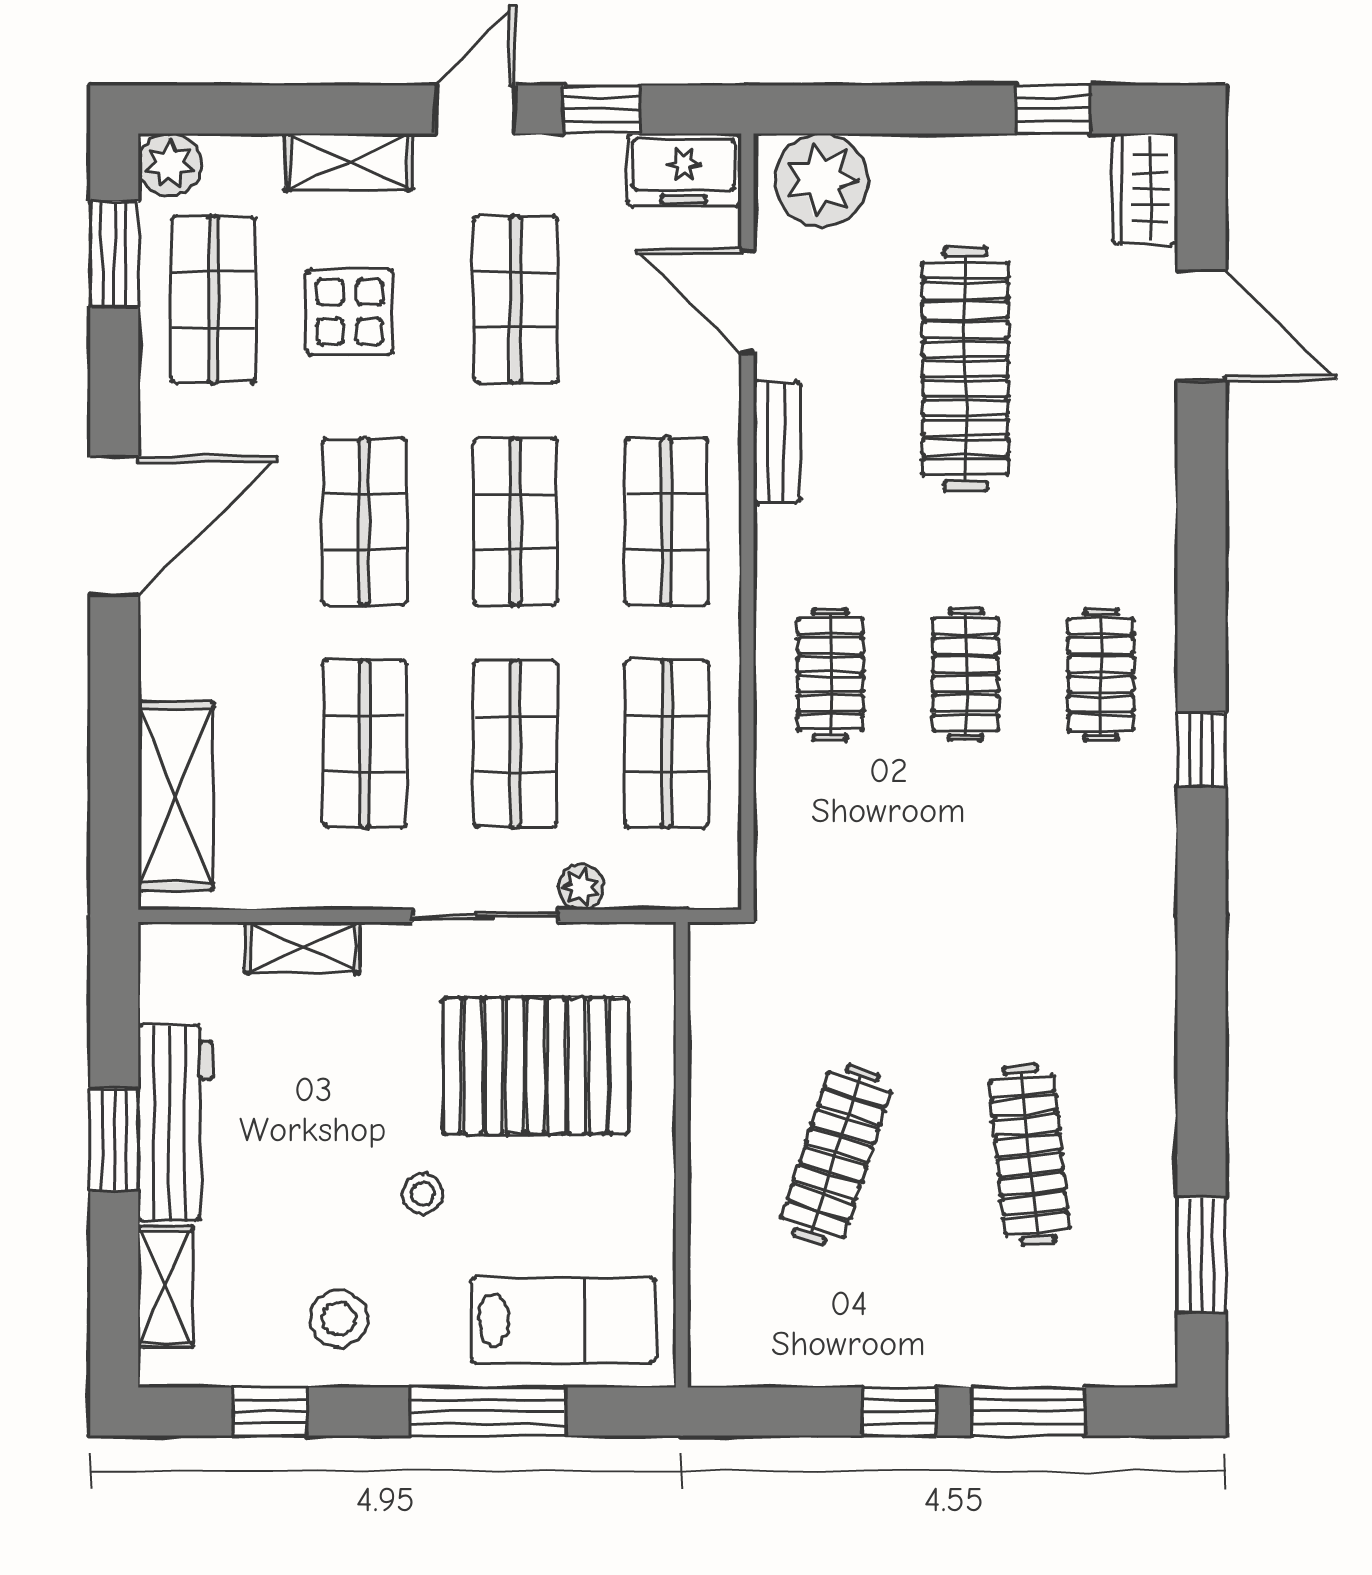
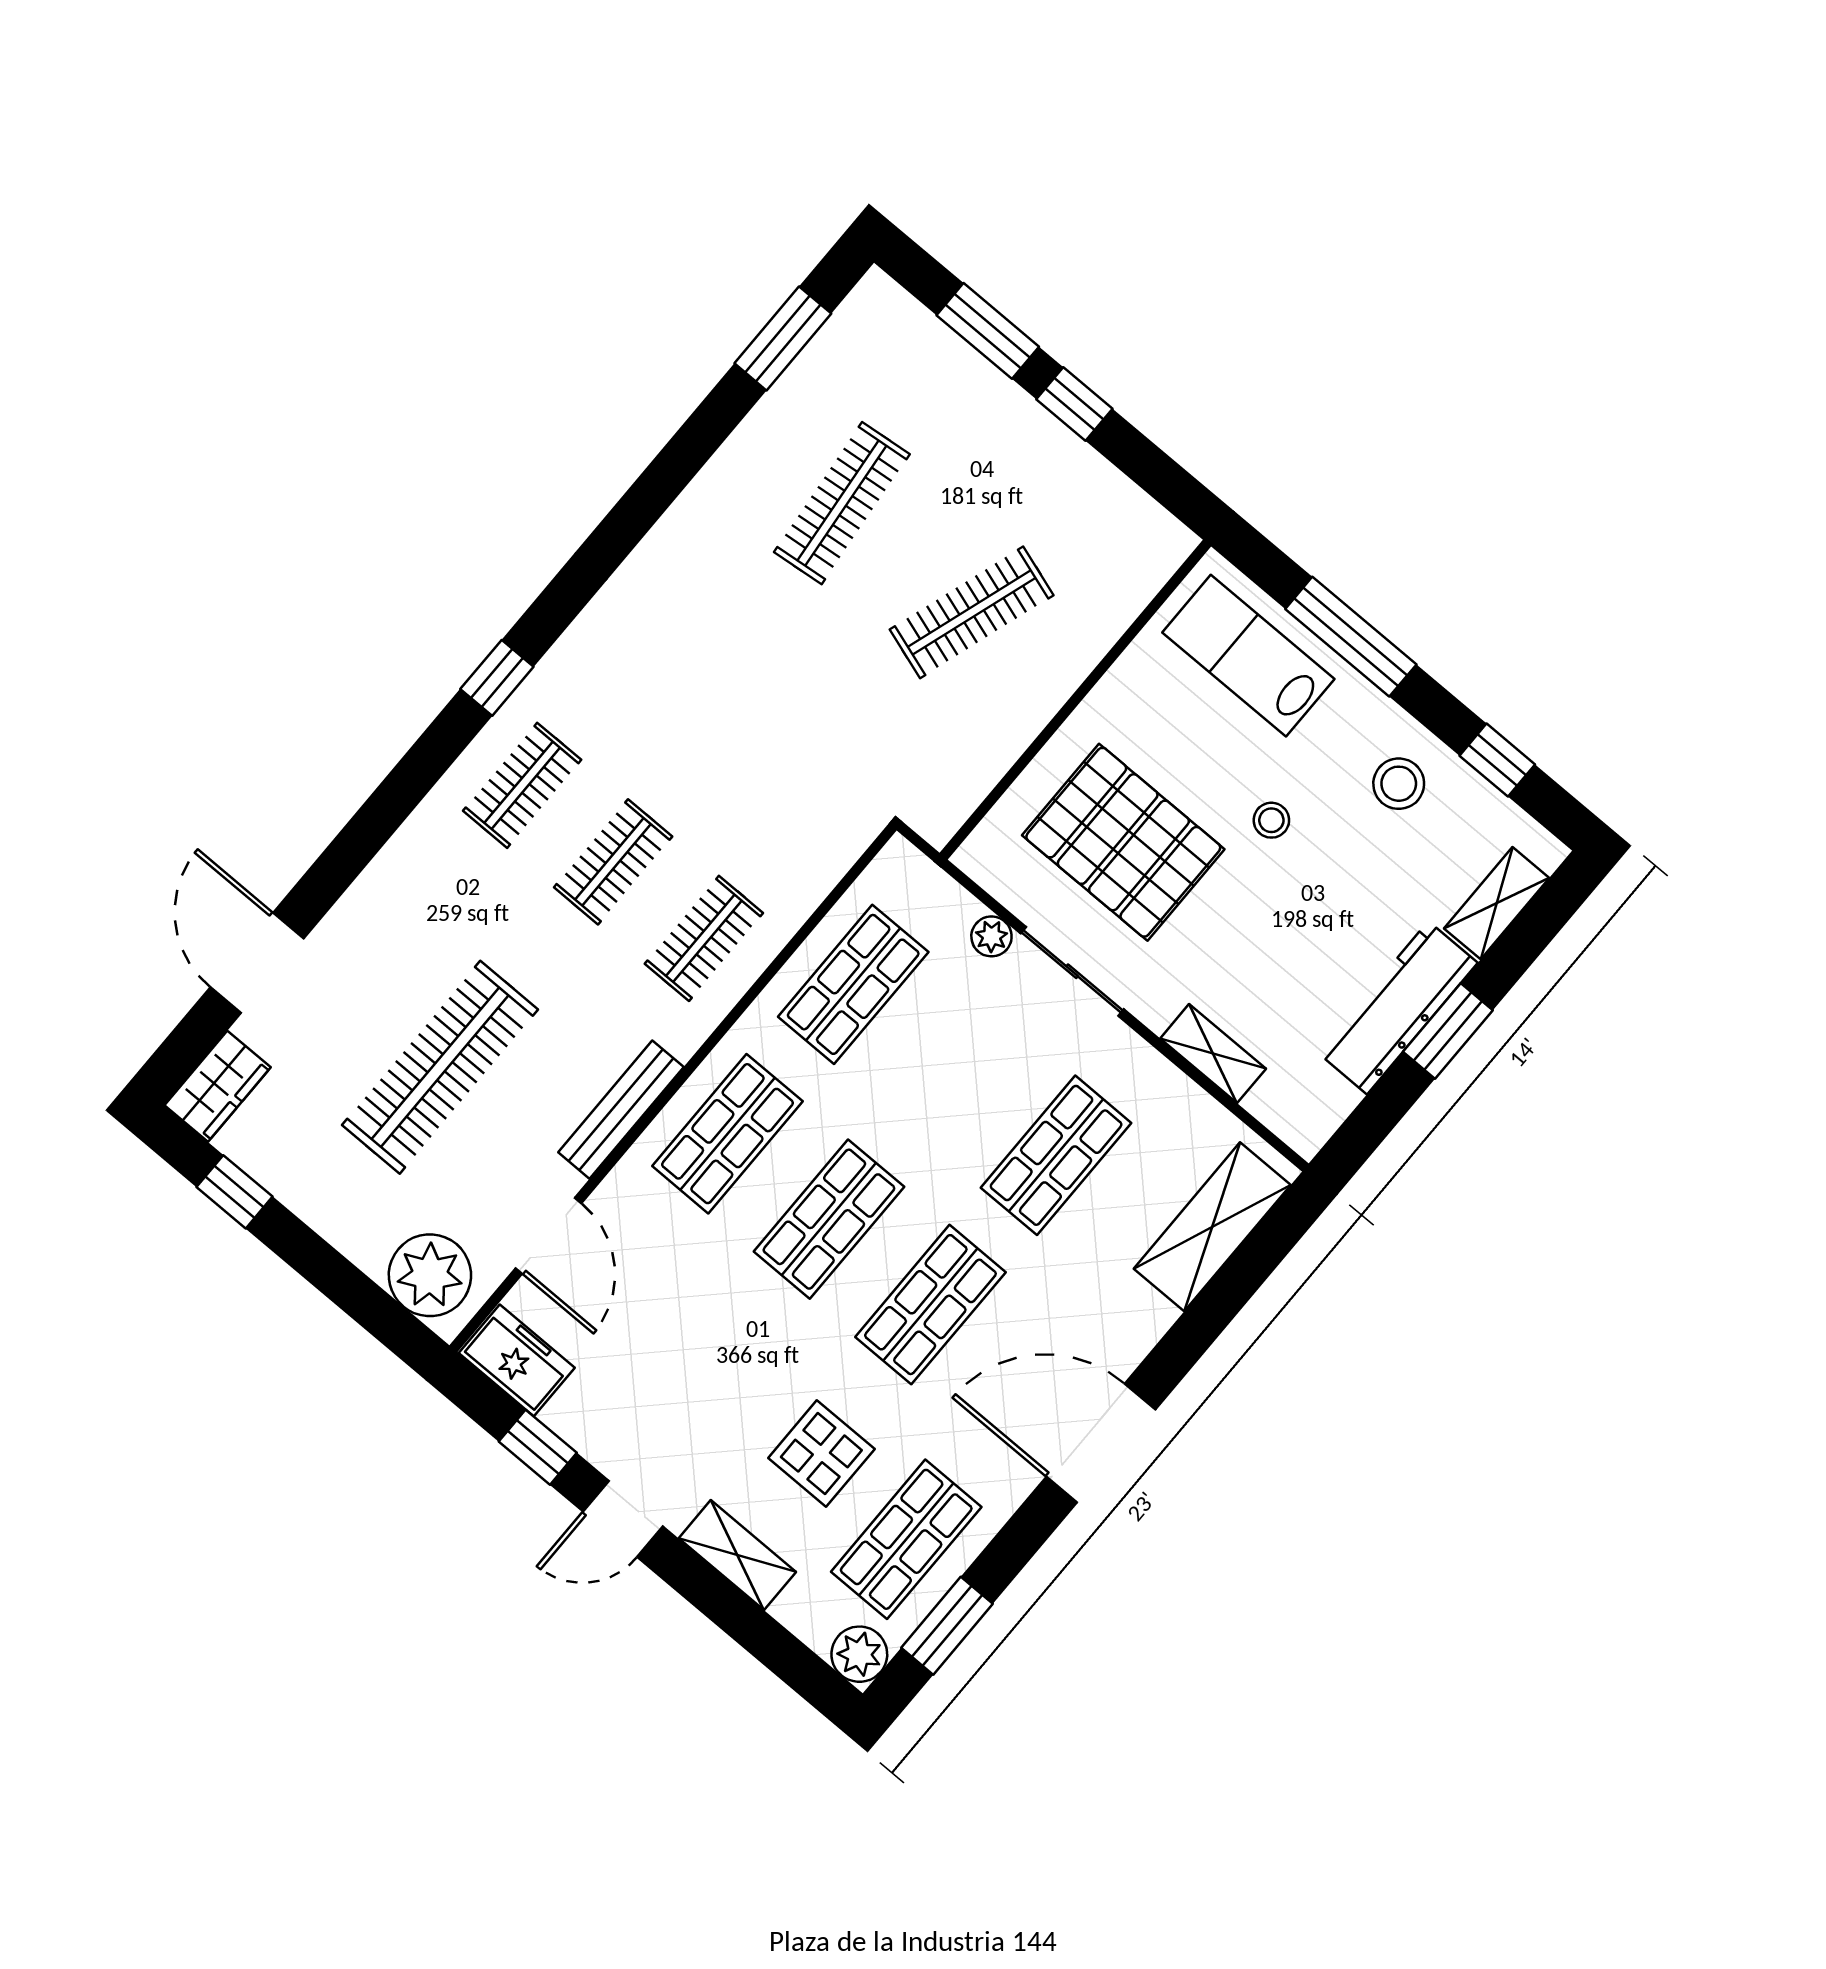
shop shelf: (515, 299) -> (703, 1368), removed
bench: (777, 442) -> (621, 1110), width x1.36
shop shelf: (515, 744) -> (955, 1070), removed

